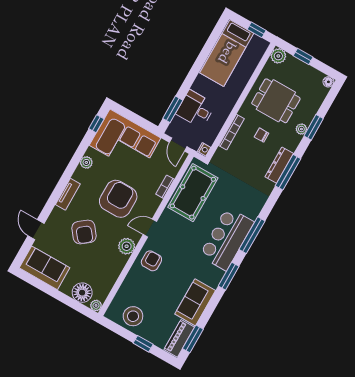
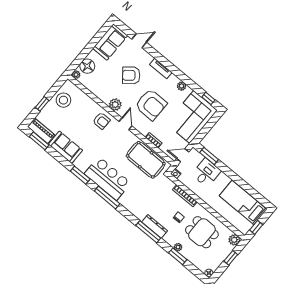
dining table: (276, 101) -> (202, 232), turned 90

